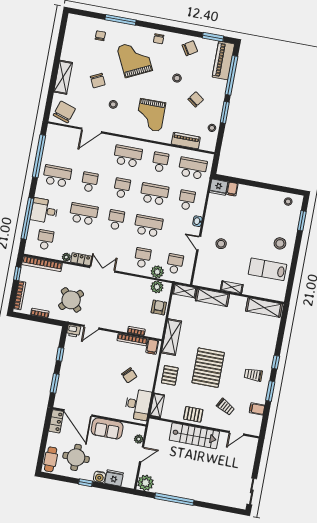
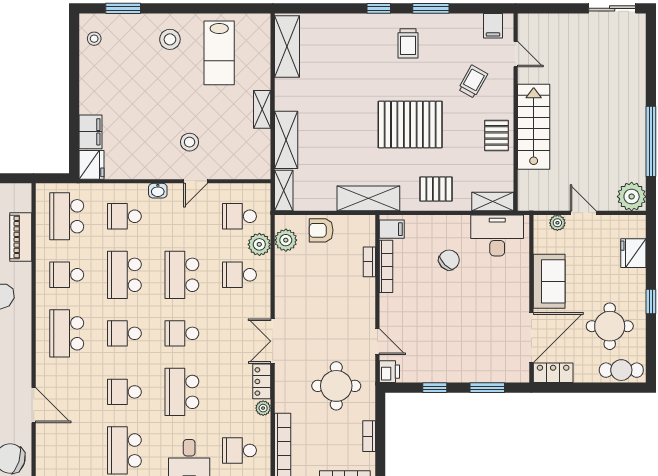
filing cabinet: (232, 189) -> (90, 132), width x2.00
round table: (71, 300) -> (336, 386), turned 45
filing cabinet: (257, 409) -> (493, 26), moved
water cooler: (99, 477) -> (636, 279), removed

